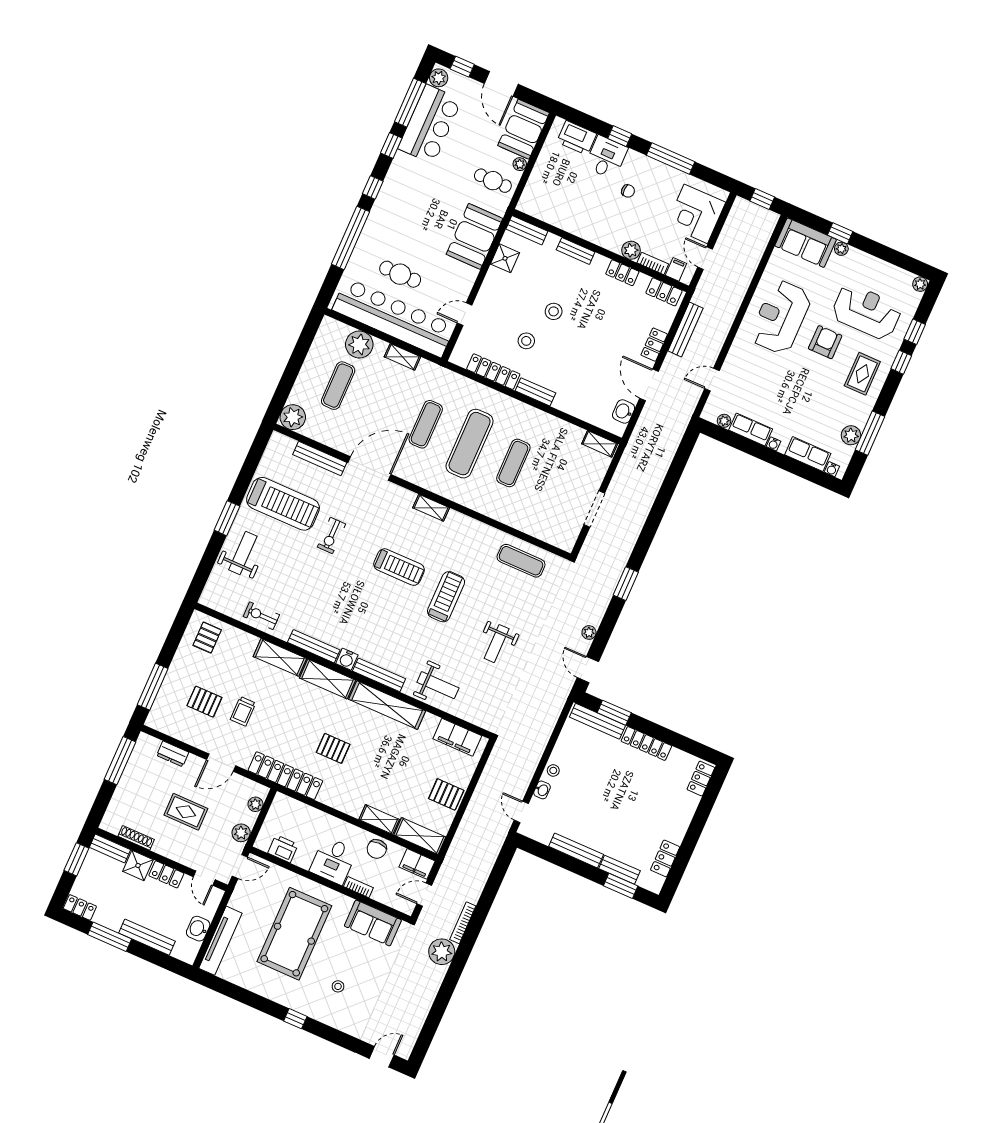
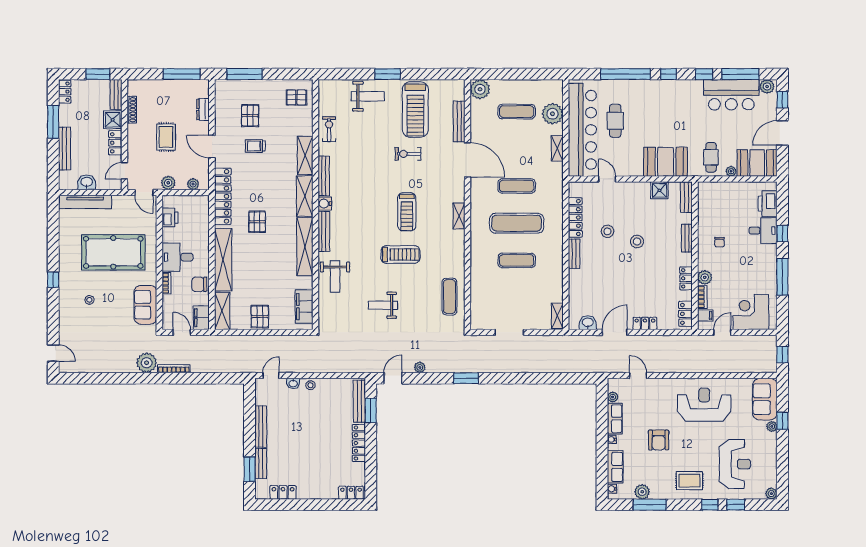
chair: (628, 191) -> (719, 242), moved
bench: (685, 330) -> (665, 341), removed
armchair: (825, 342) -> (659, 440), moved, turned 90
shelving: (379, 819) -> (223, 260), width x2.20, depth x1.33

